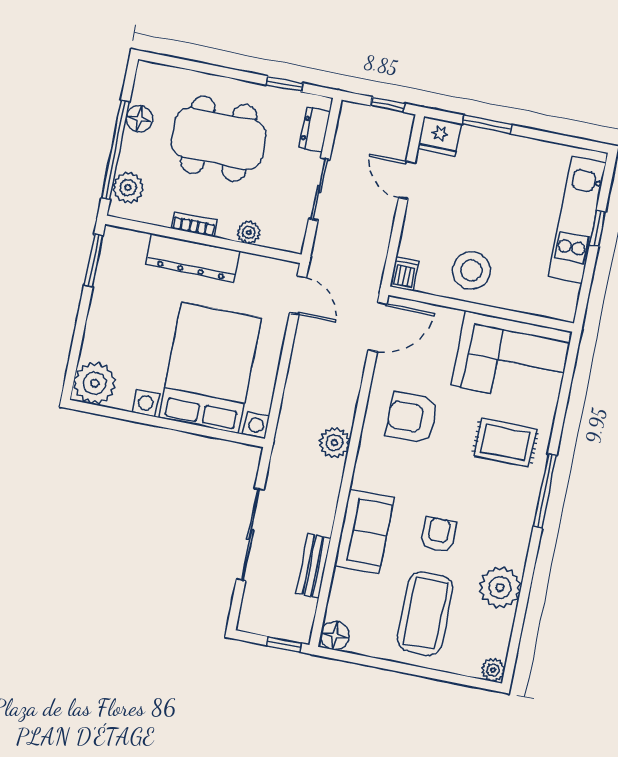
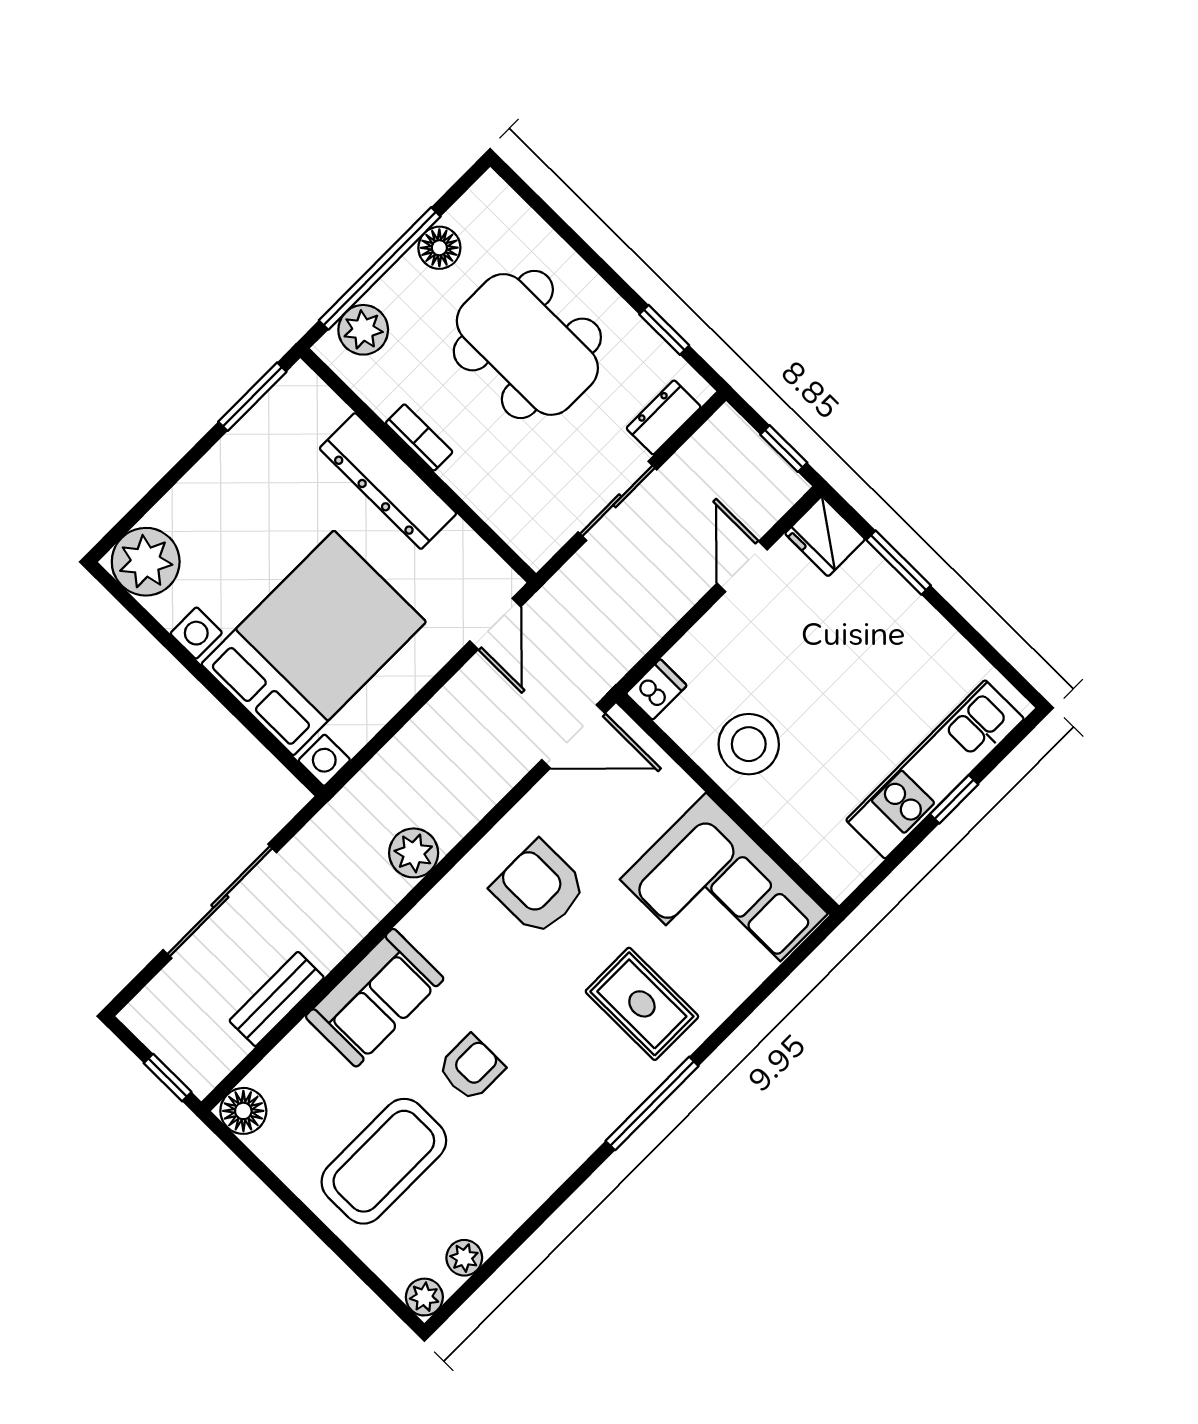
plant: (249, 232) -> (485, 496), removed
plant: (500, 588) -> (464, 1258), moved, width x0.53, depth x0.53

